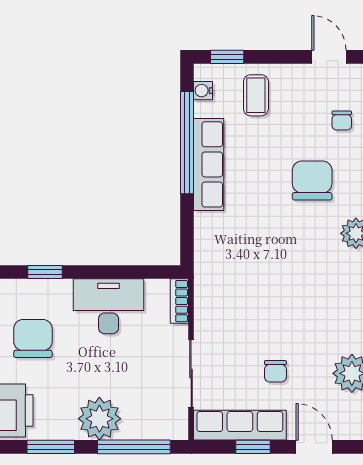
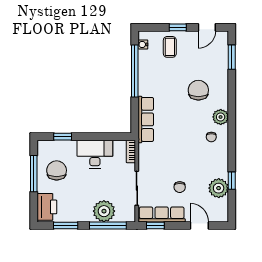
window: (227, 57) -> (178, 27), moved
door: (329, 57) -> (207, 27), swing flipped
chair: (342, 121) -> (211, 137), moved
row of seats: (209, 164) -> (146, 119), moved
plant: (99, 419) -> (104, 211), moved
window: (253, 447) -> (155, 225), moved

